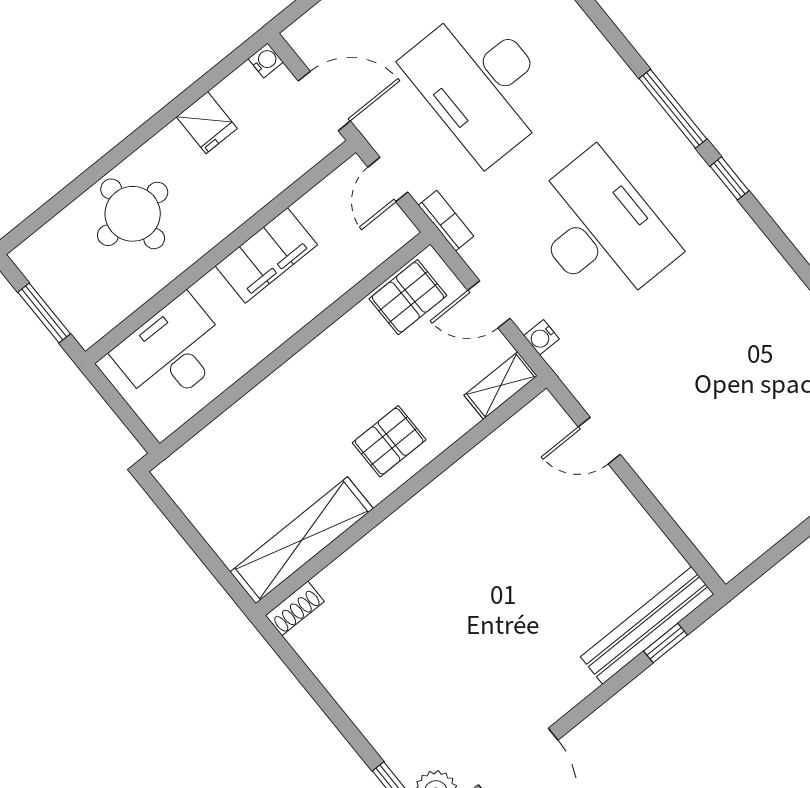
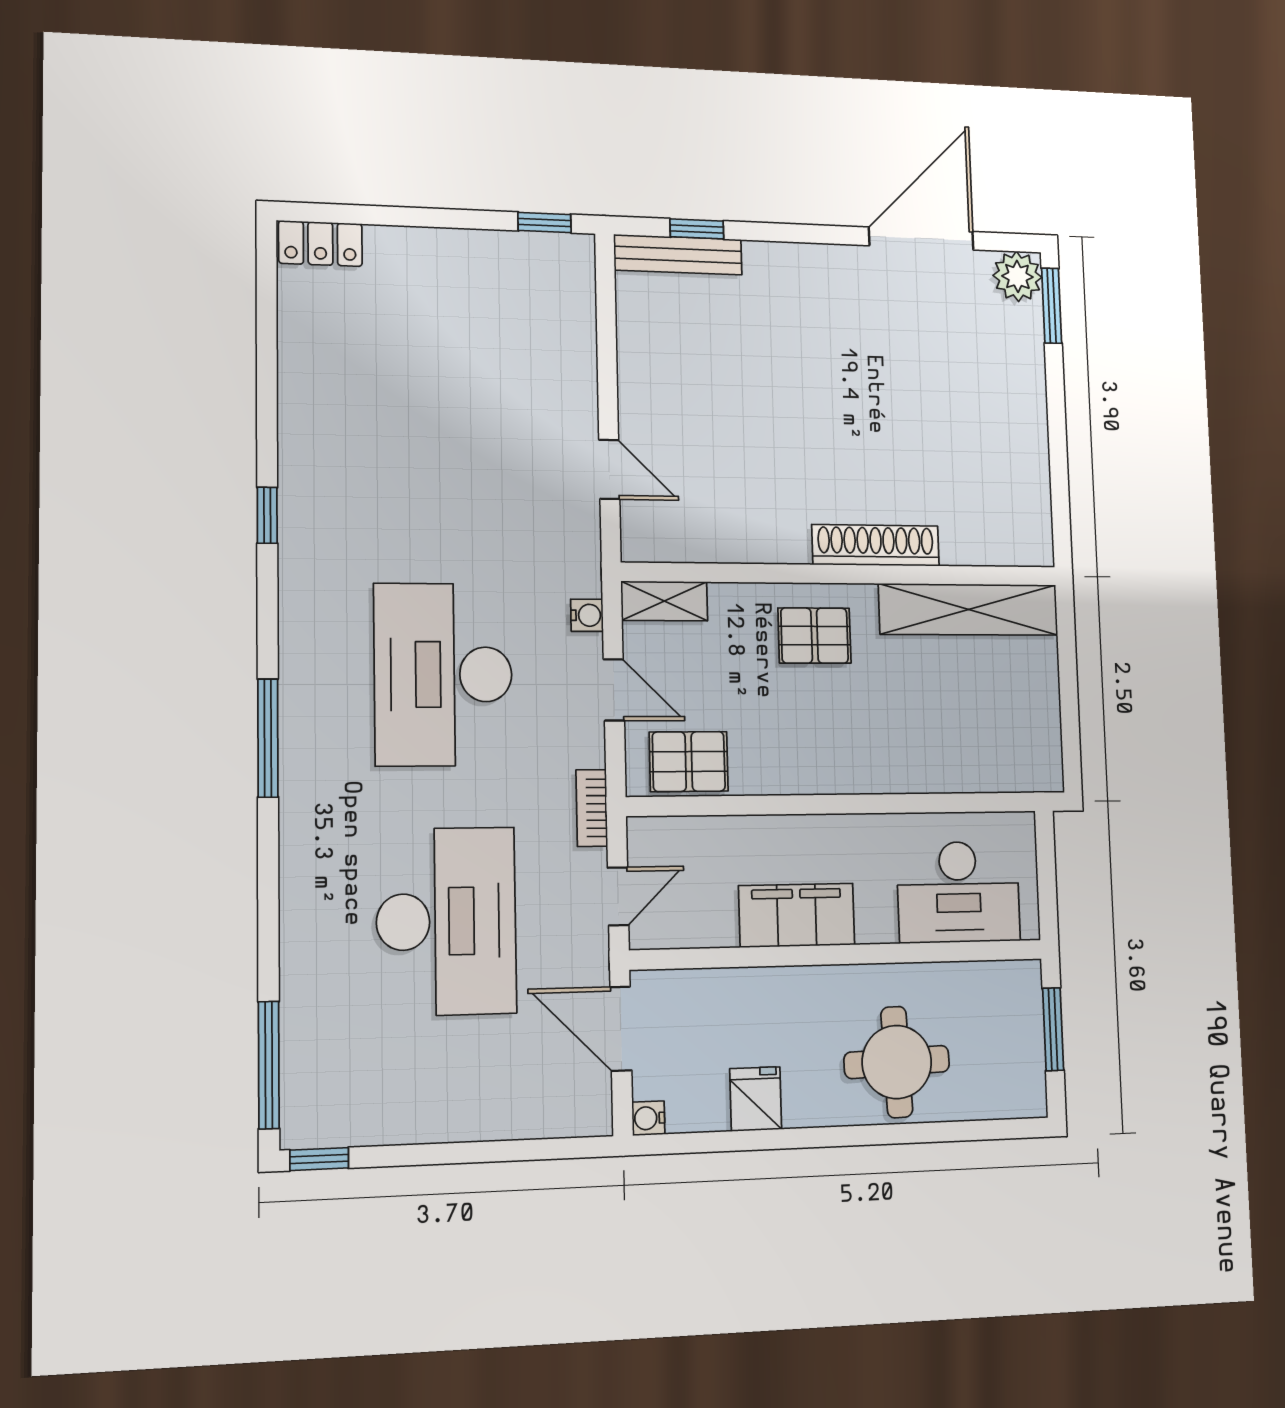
window: (729, 178) -> (267, 515), moved
window: (762, 565) -> (545, 222), added
shoe rack: (295, 608) -> (876, 545), moved, width x1.94, depth x1.24
bench: (647, 625) -> (678, 255), width x0.73, depth x0.82

